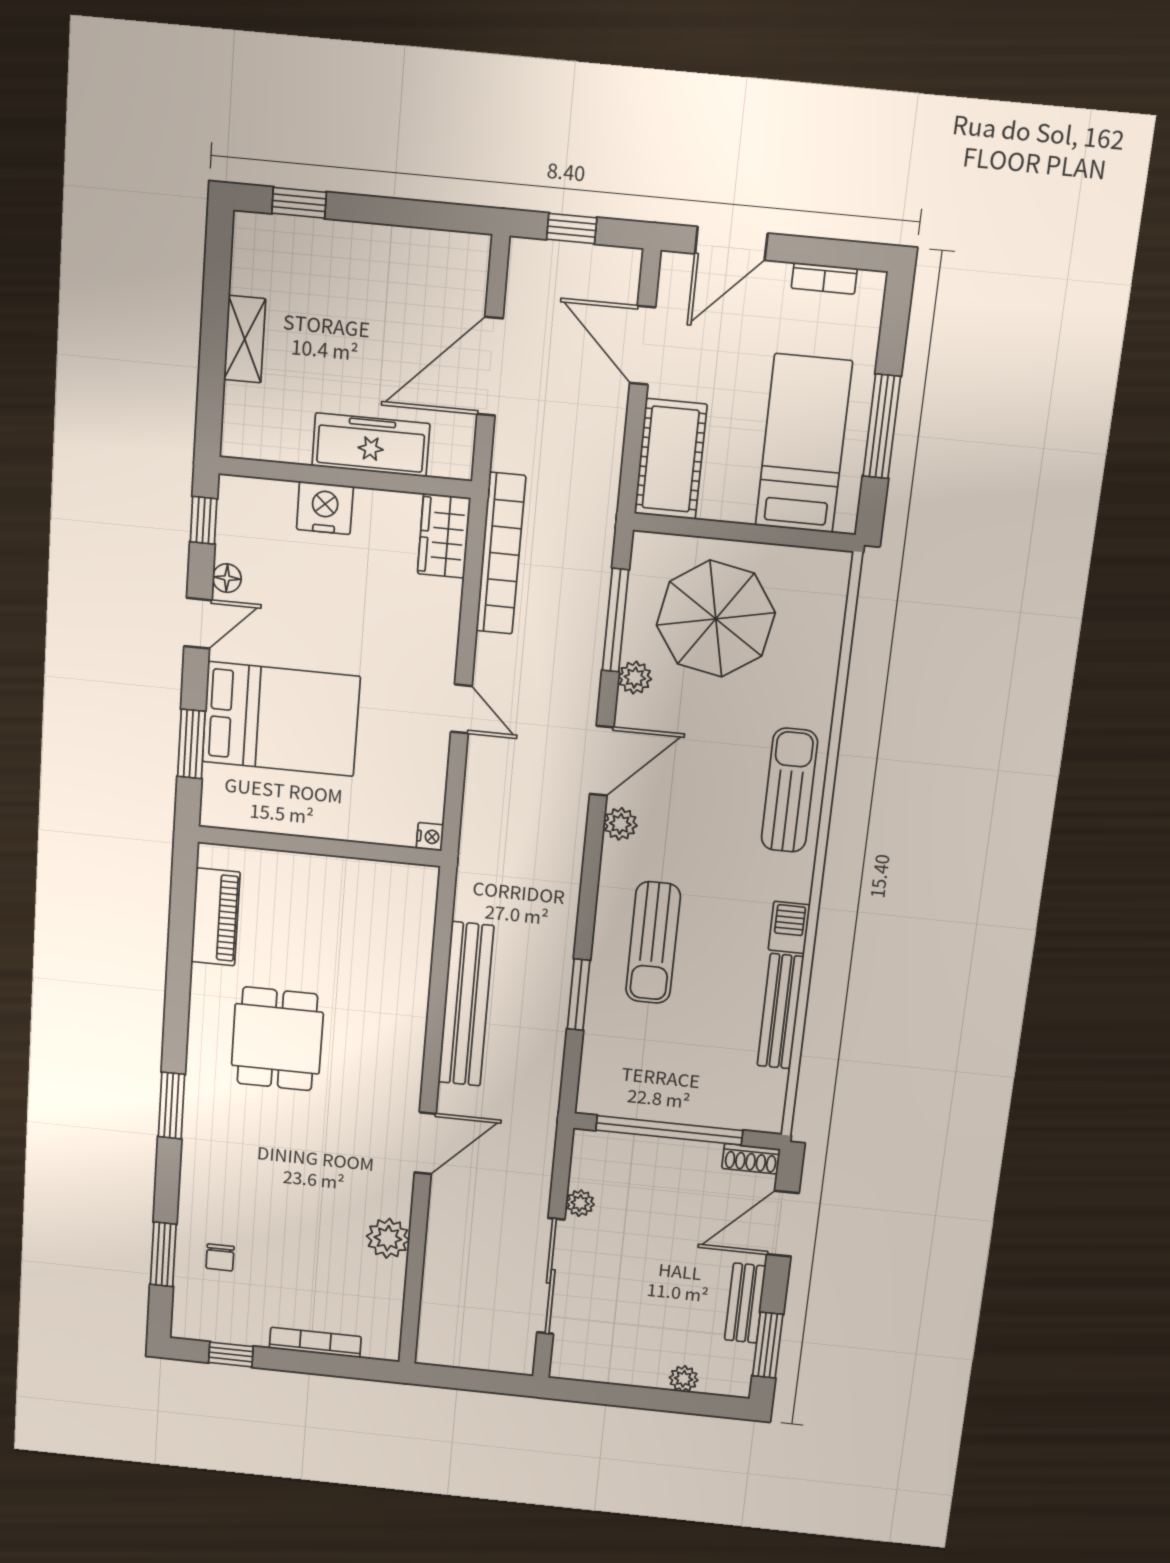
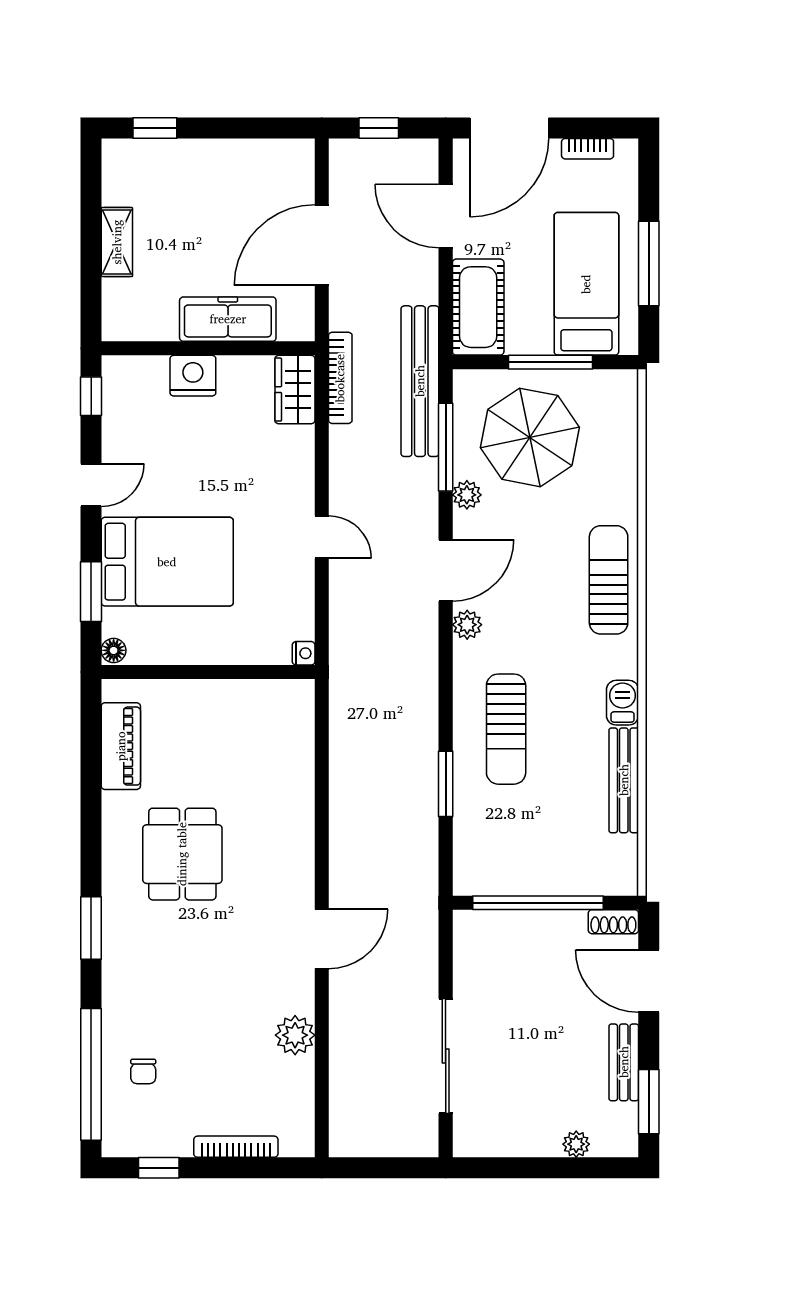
door: (731, 243) -> (509, 128), width x1.36
window: (750, 533) -> (551, 362), added
bookcase: (501, 554) -> (340, 378), width x0.68, depth x0.76
floor lamp: (227, 578) -> (114, 650), moved
bench: (466, 1004) -> (420, 381), moved
plant: (580, 1203) -> (465, 981), removed
door: (783, 1224) -> (649, 981), hinge flipped
window: (163, 1254) -> (91, 1074), width x2.11

